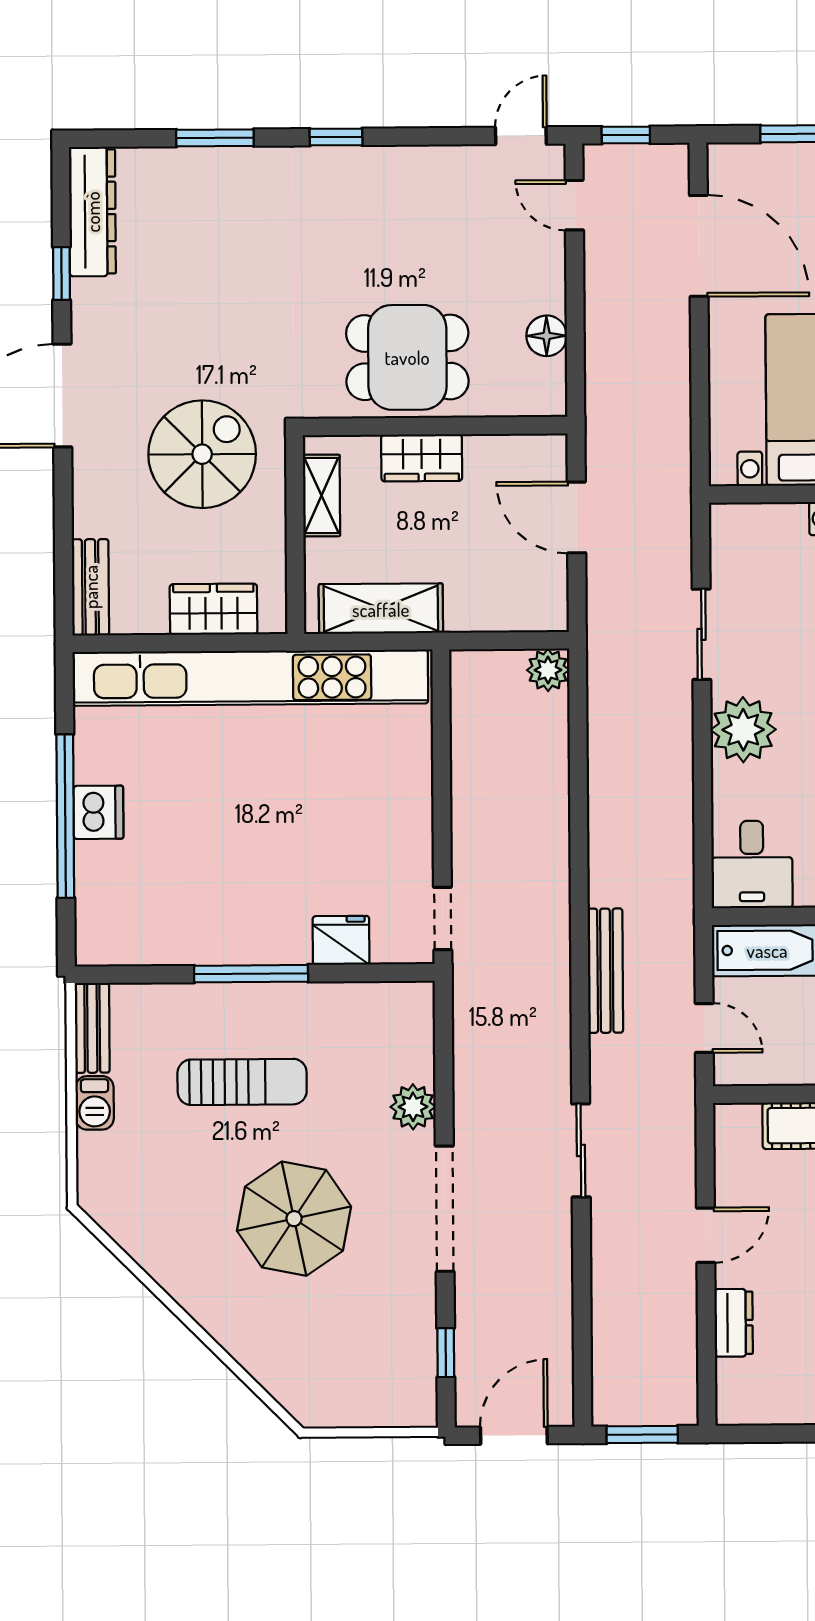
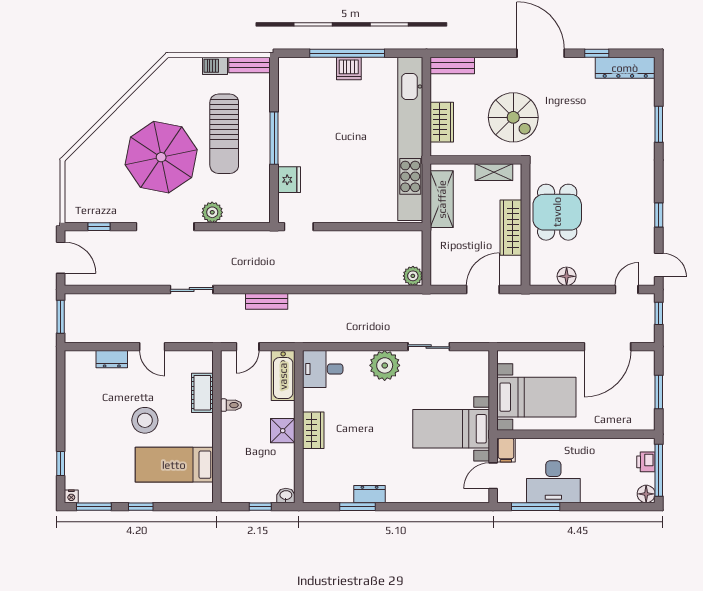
window: (336, 137) -> (659, 215), moved
wardrobe: (422, 458) -> (511, 228), width x1.50
bench: (605, 971) -> (267, 301), width x0.73
sun lounger: (242, 1082) -> (224, 134), width x1.36, depth x1.34
parasol: (294, 1219) -> (161, 157), width x1.36, depth x1.36

